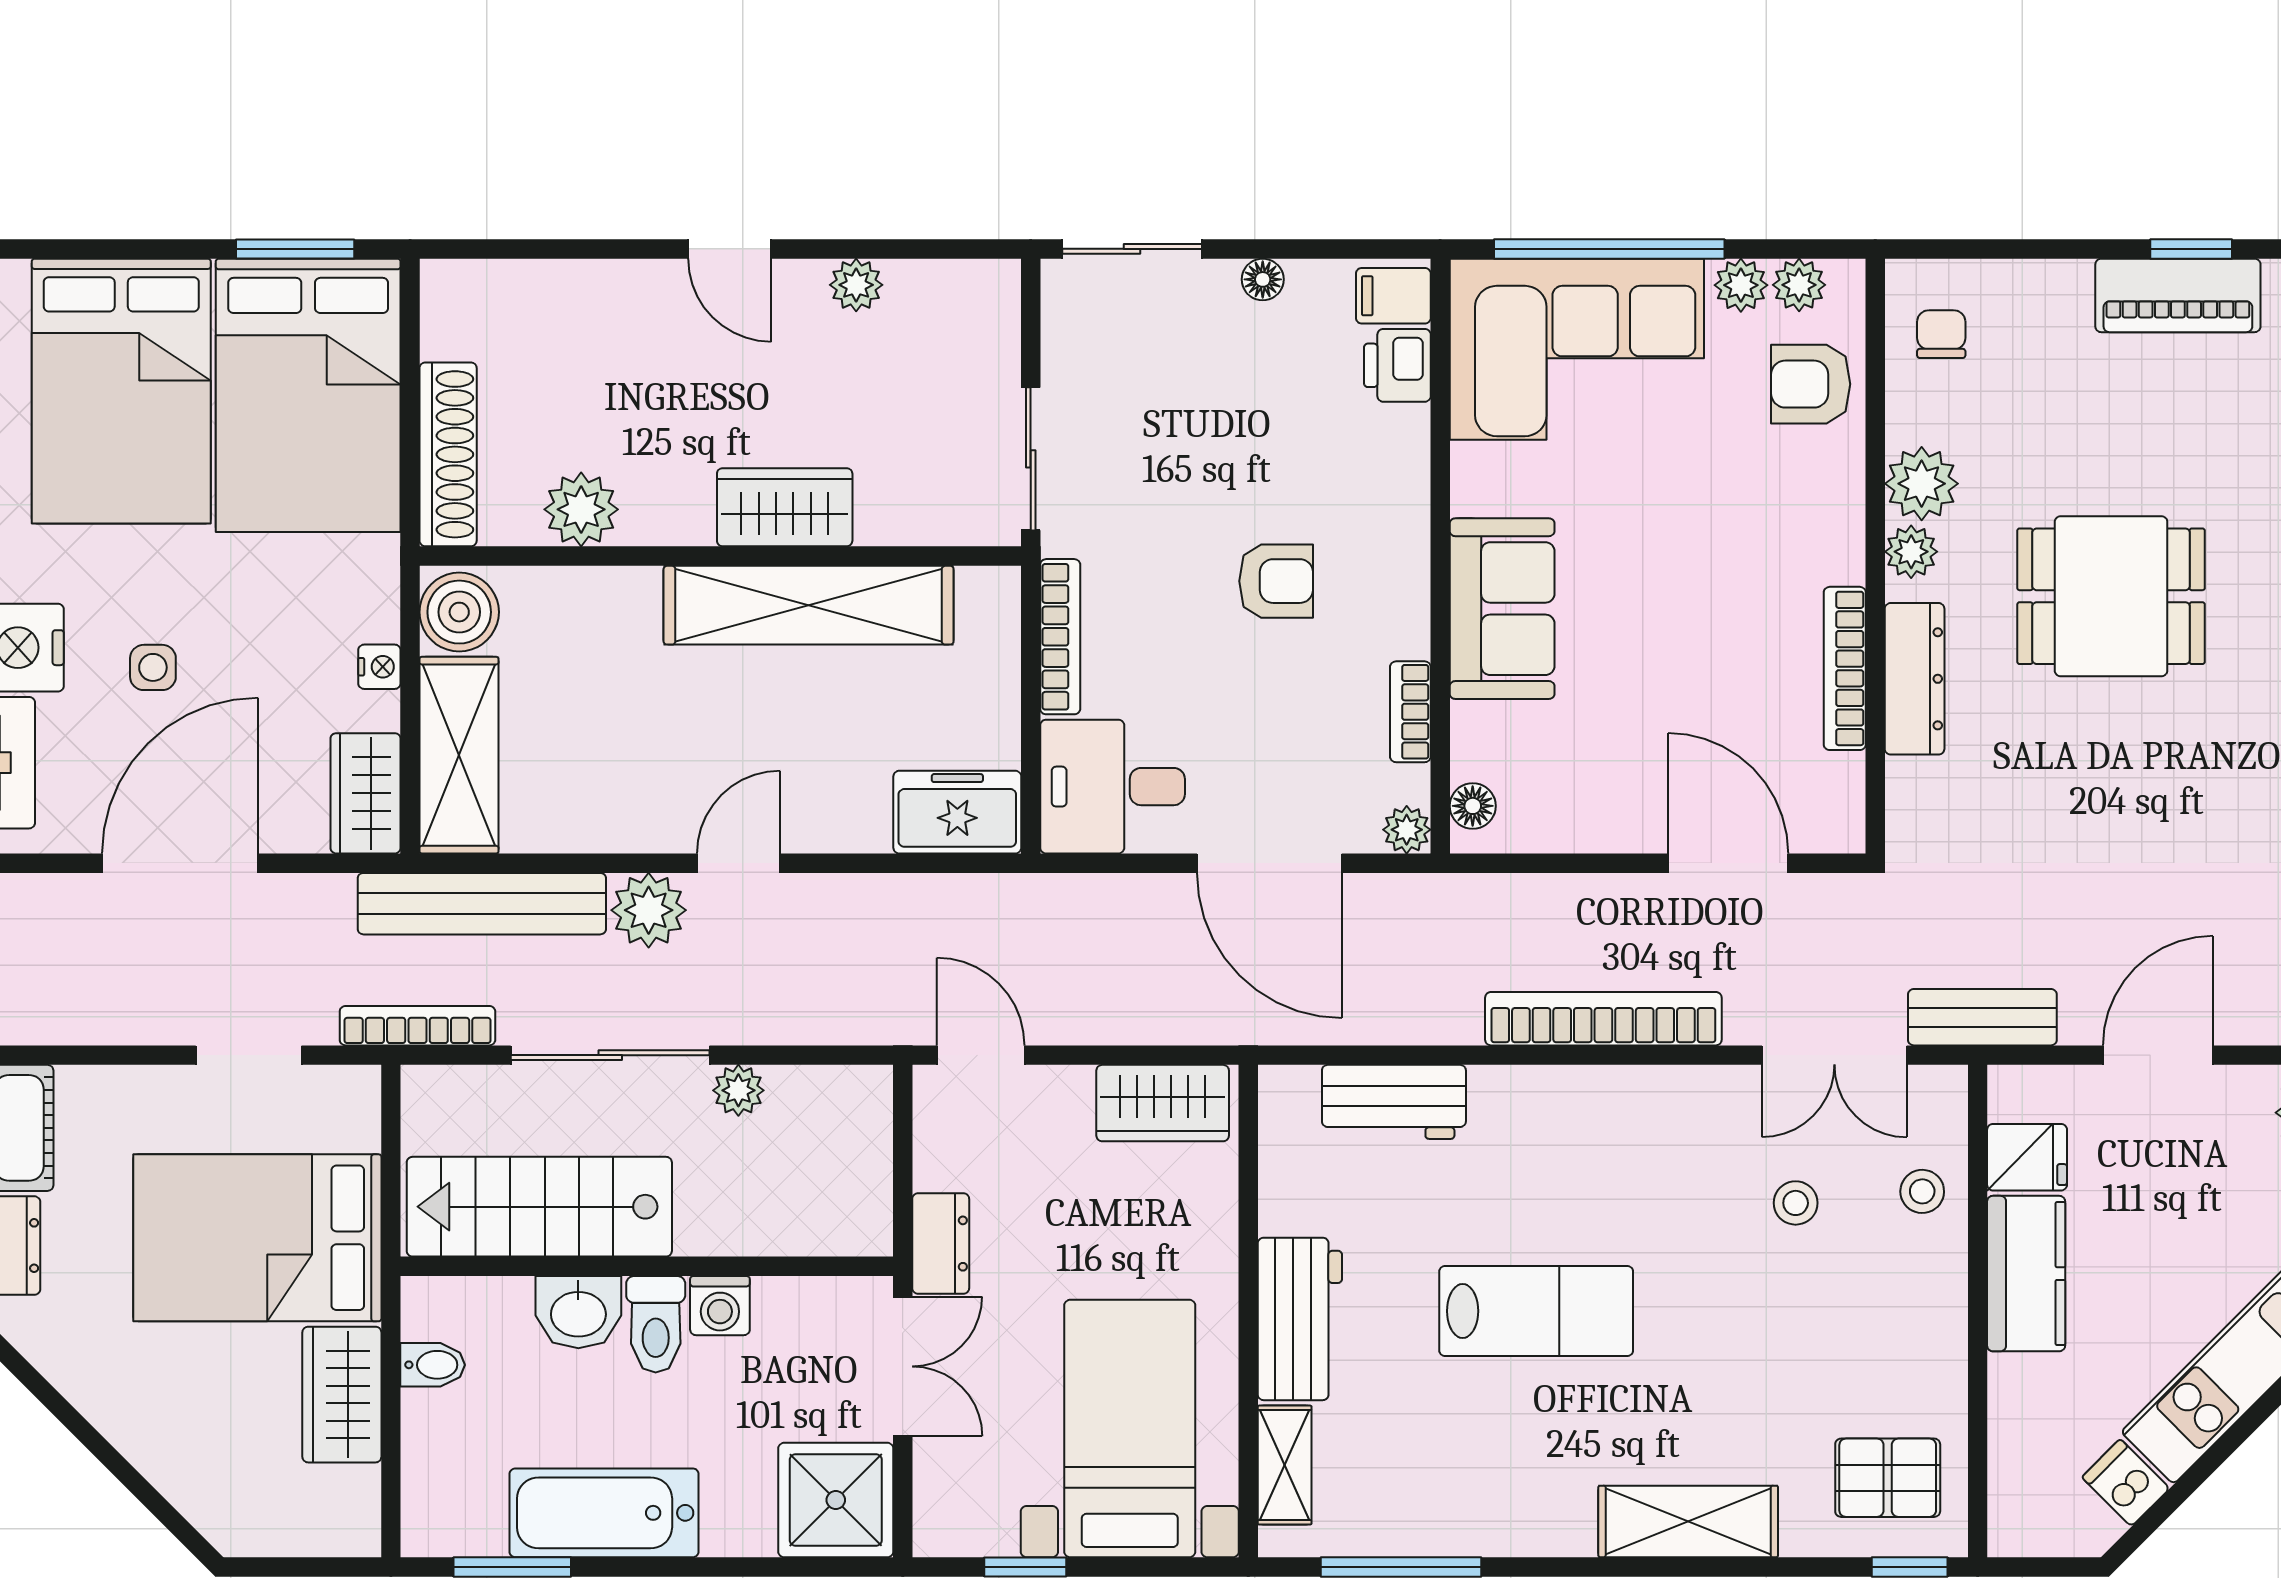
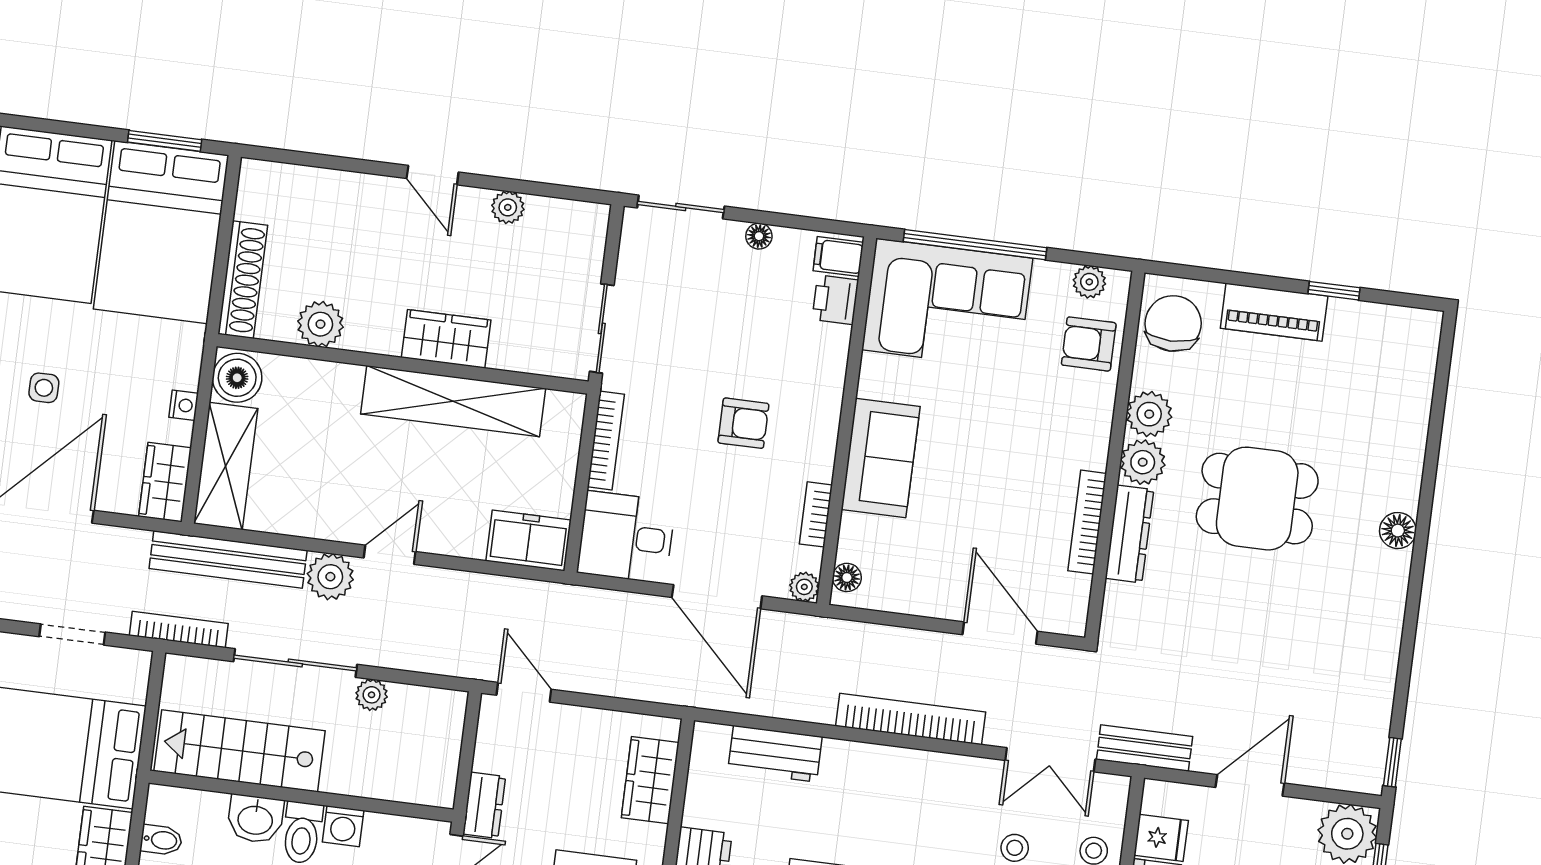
plant: (1741, 285) -> (1053, 277), removed
piano: (2178, 295) -> (1274, 312), moved
chair: (1941, 334) -> (1173, 323), width x1.87, depth x1.87
plant: (1911, 552) -> (1143, 462), width x1.38, depth x1.38
wardrobe: (1163, 1103) -> (650, 780), moved, turned 90

